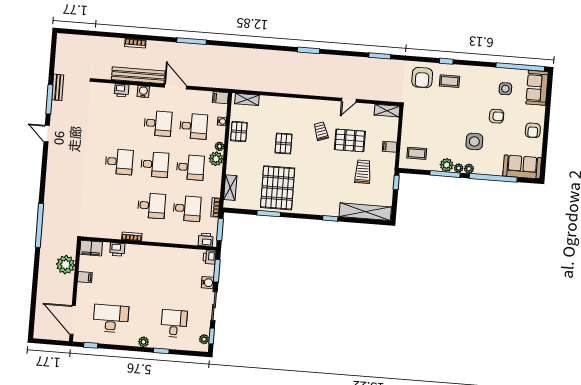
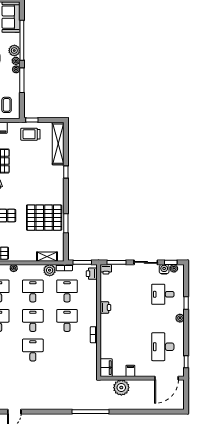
plant: (216, 159) -> (50, 270), moved
plant: (447, 165) -> (14, 51), moved
trolley: (363, 172) -> (30, 134), moved
printer: (117, 249) -> (105, 308), moved
water cooler: (208, 283) -> (164, 269), moved

